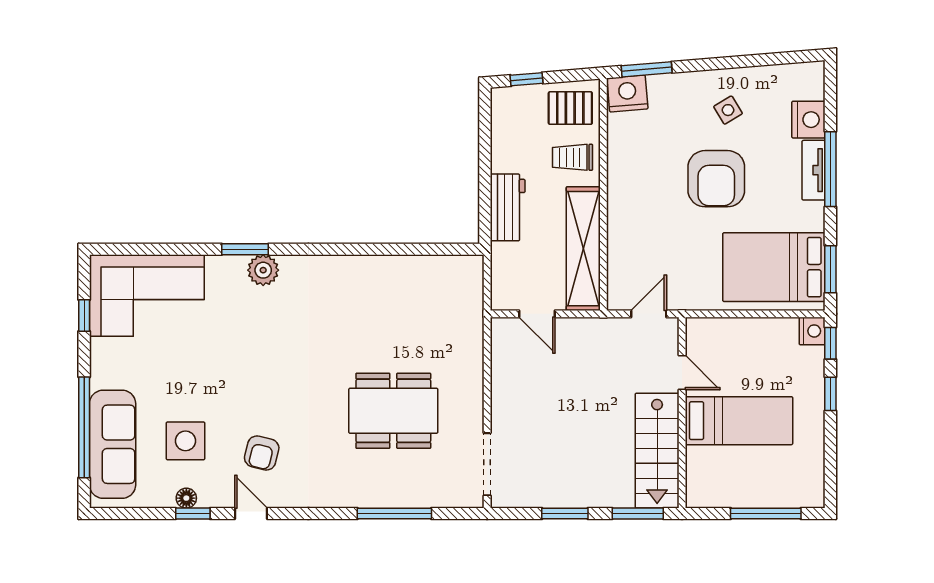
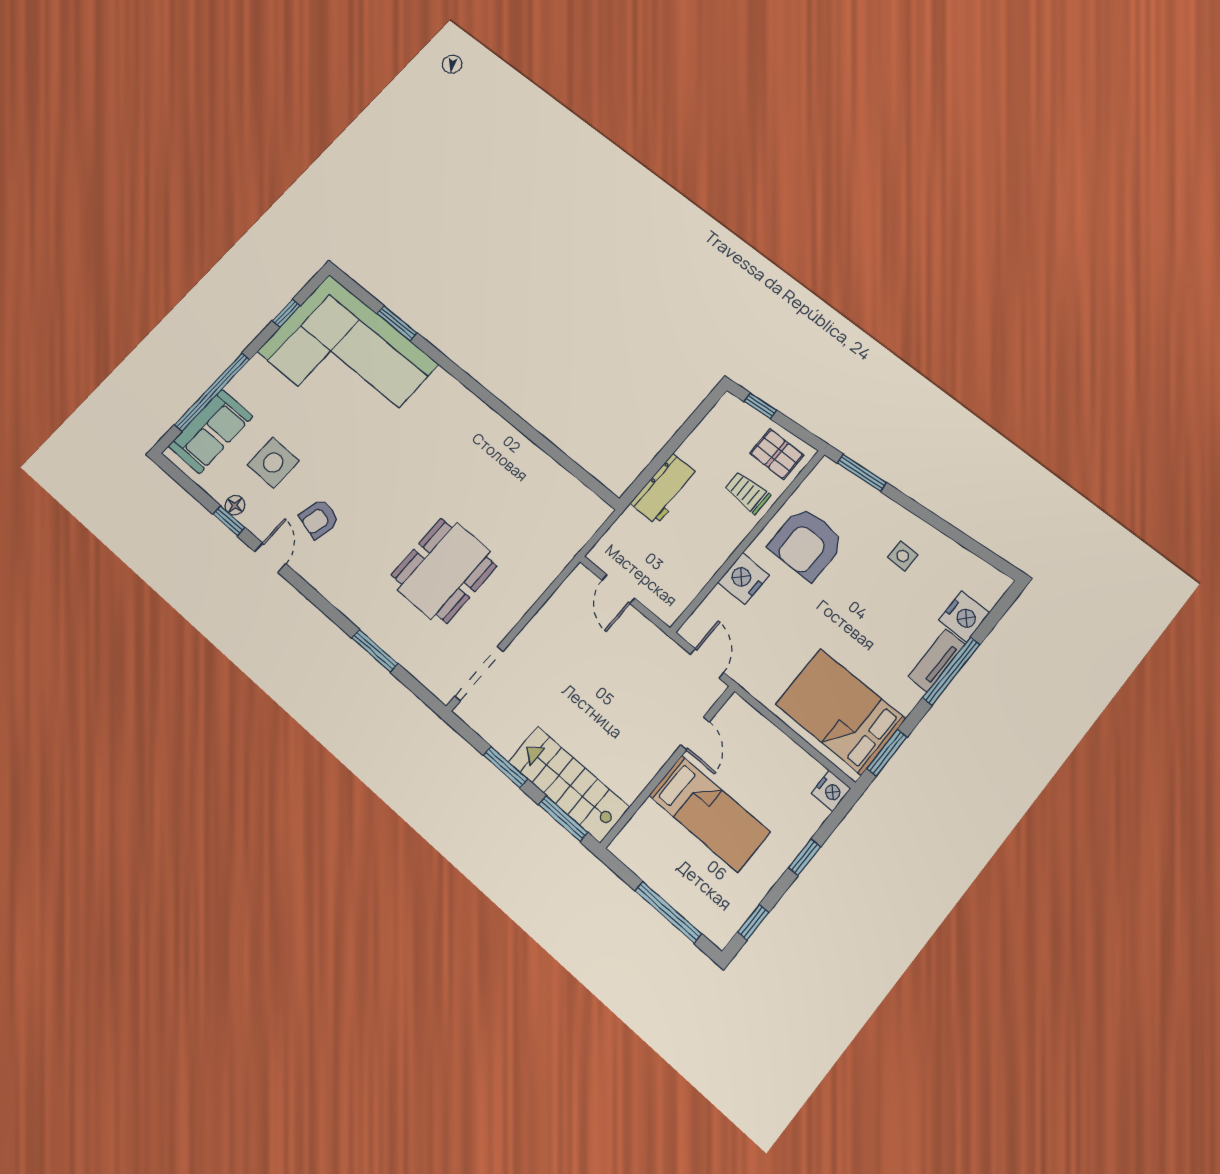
nightstand: (627, 94) -> (744, 579), moved, turned -85
side table: (728, 110) -> (903, 556), turned 31
armchair: (716, 179) -> (807, 543), moved
window: (245, 249) -> (397, 323), moved
shelving: (583, 249) -> (697, 569), removed
plant: (263, 270) -> (441, 386), removed
corner sofa: (147, 296) -> (347, 358), width x1.36, depth x1.36
door: (649, 314) -> (707, 663), hinge flipped
window: (830, 343) -> (753, 922), moved
dining table: (393, 411) -> (444, 570), turned 90
sofa: (113, 444) -> (211, 431), width x0.73
stairs: (657, 451) -> (569, 784), moved, turned 90
window: (394, 514) -> (375, 651), width x0.69

